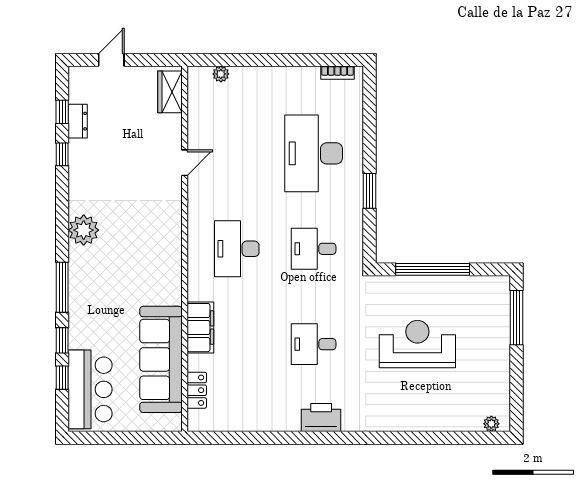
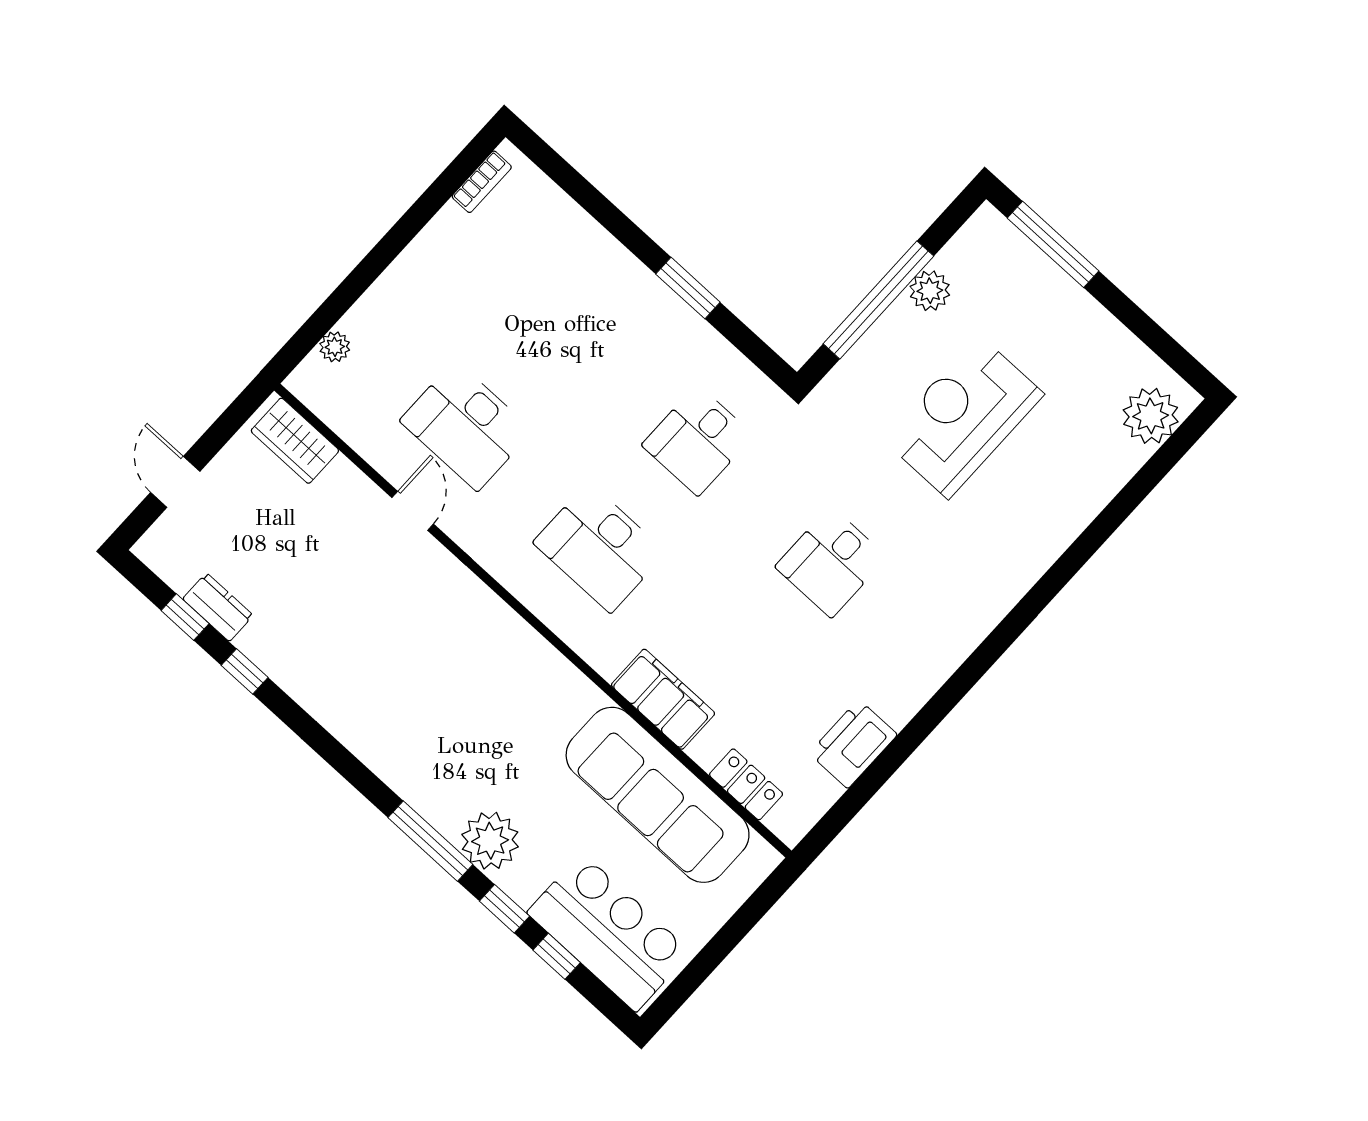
desk: (314, 153) -> (466, 426), moved, width x0.73, depth x0.77
plant: (84, 230) -> (490, 841), moved
plant: (455, 286) -> (930, 291), added
printer: (321, 418) -> (853, 744), moved
plant: (491, 424) -> (1151, 416), width x1.88, depth x1.88

